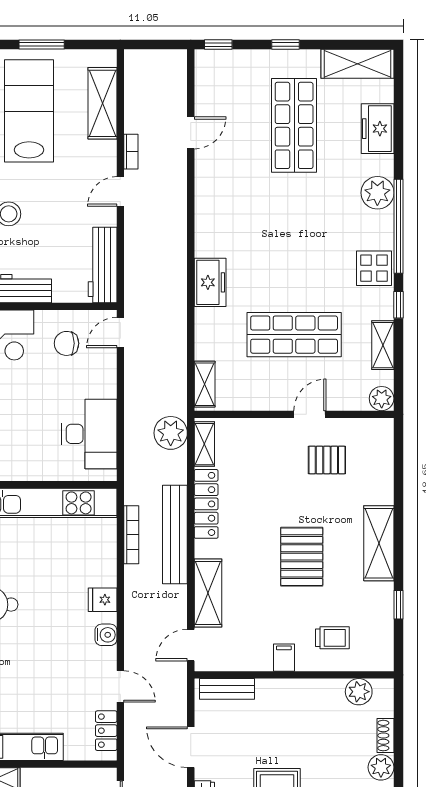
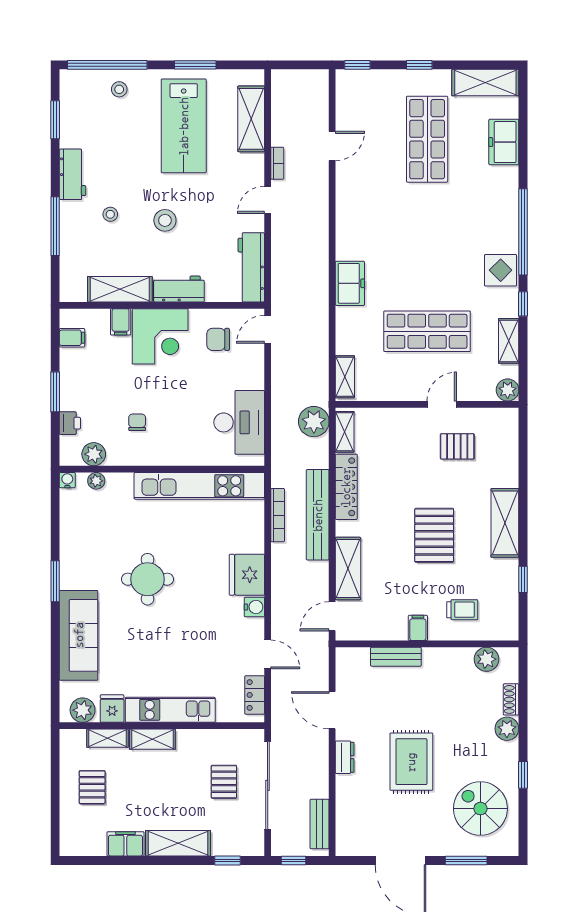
lab bench: (29, 111) -> (184, 126), turned 180
plant: (377, 193) -> (504, 201), removed
fridge: (103, 600) -> (247, 575), width x1.88, depth x1.34
bench: (227, 689) -> (396, 657), moved

